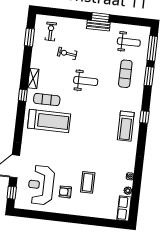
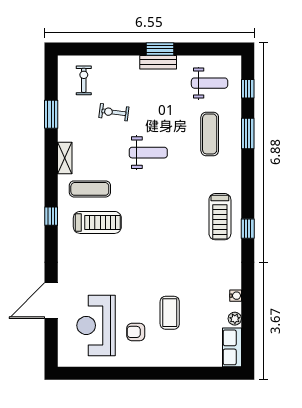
window: (29, 37) -> (51, 114), moved
window: (152, 48) -> (248, 89), width x0.46
window: (23, 95) -> (51, 216), moved
window: (144, 117) -> (248, 229), moved
treadmill: (49, 121) -> (97, 222), width x0.73, depth x0.73
window: (12, 193) -> (51, 343), removed

